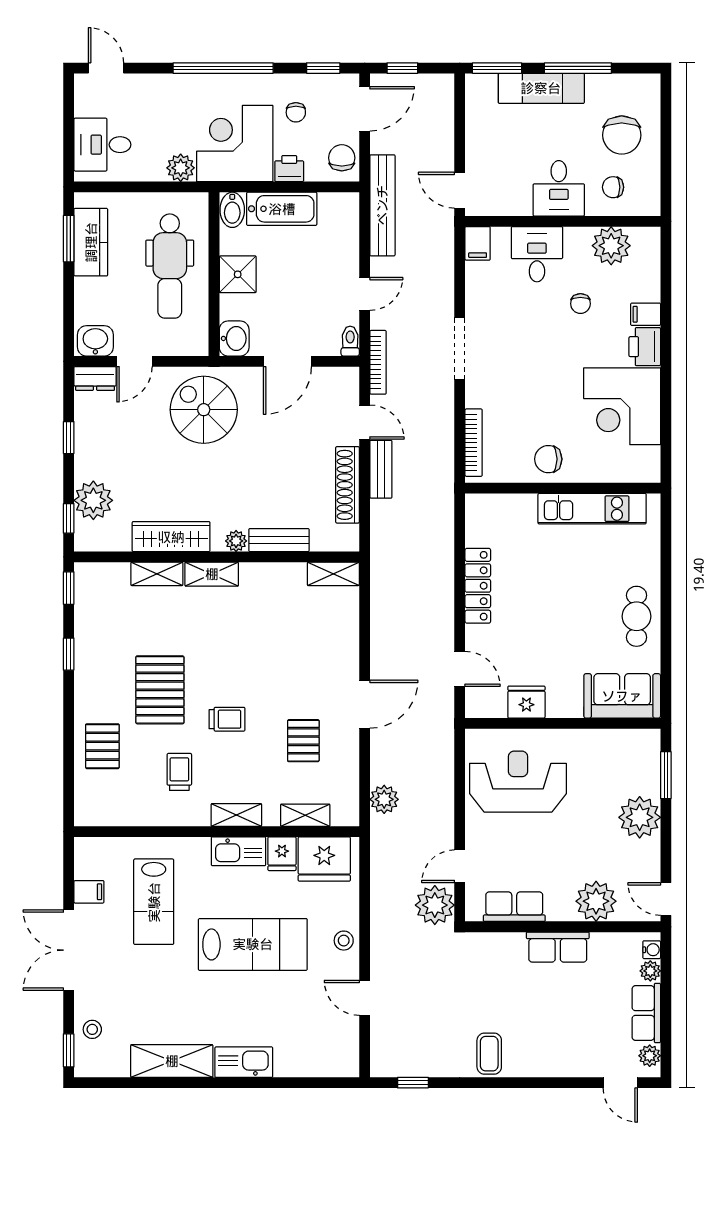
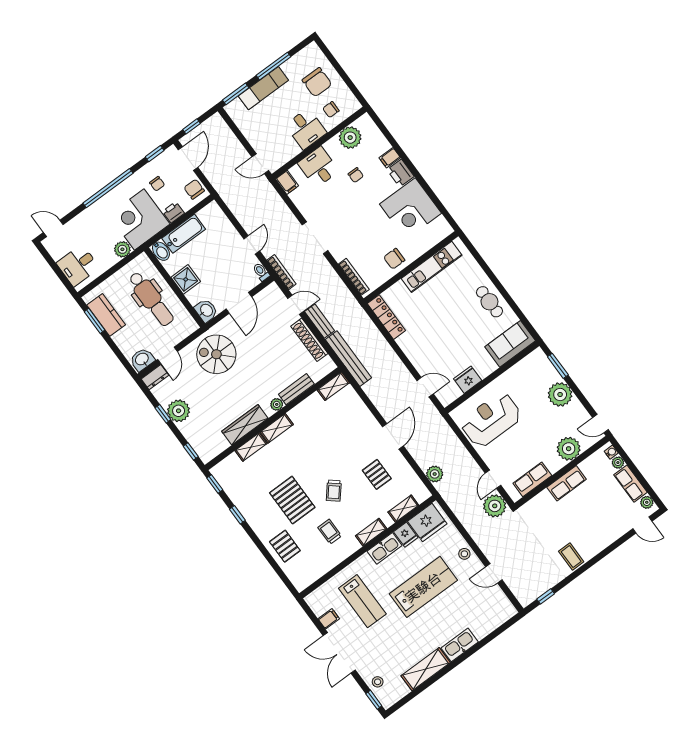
bench: (382, 205) -> (348, 359), moved
plant: (93, 500) -> (179, 411), moved
locker: (478, 586) -> (386, 317), moved
trolley: (227, 719) -> (334, 491), turned 130

